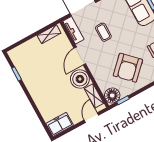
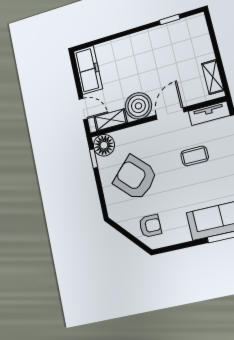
door: (80, 56) -> (170, 114), hinge flipped
freezer: (60, 124) -> (88, 70), width x1.40

